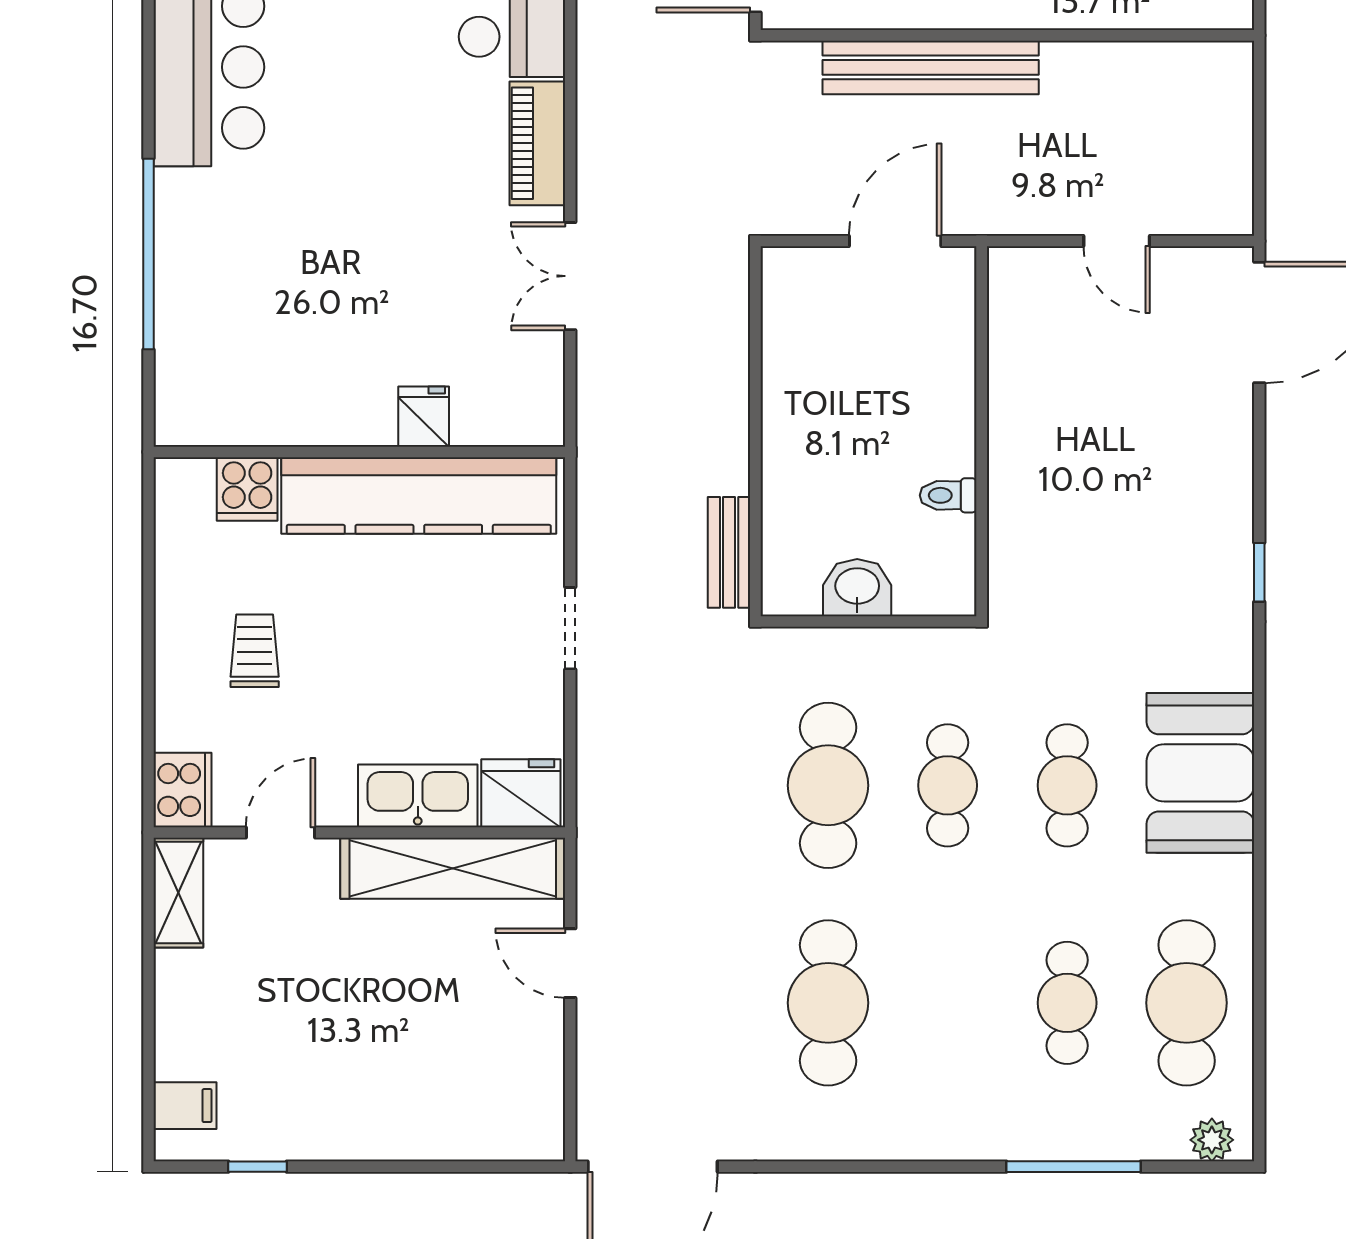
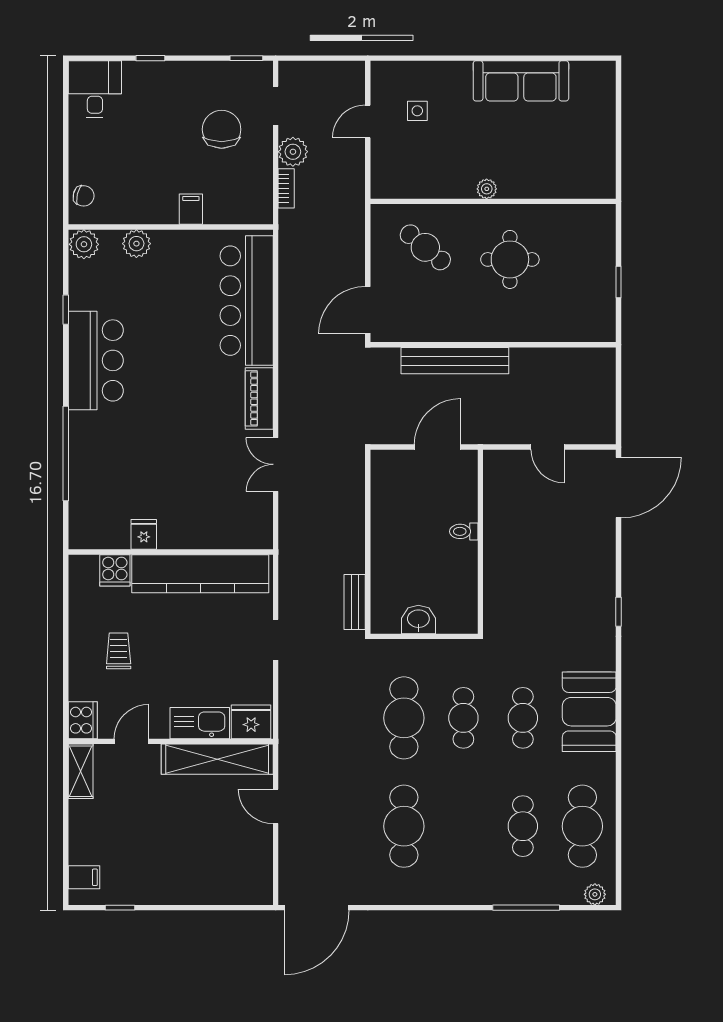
fridge: (424, 417) -> (144, 534), moved
toilet: (948, 495) -> (464, 531), moved

